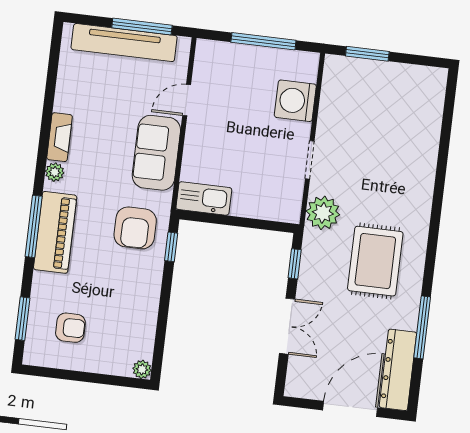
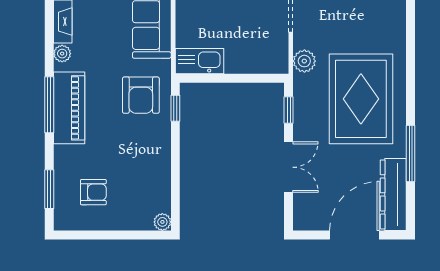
plant: (323, 213) -> (304, 61), width x0.73, depth x0.73
rug: (375, 261) -> (361, 99), width x1.37, depth x1.44

